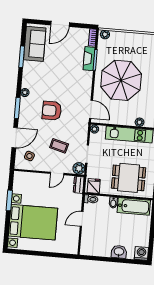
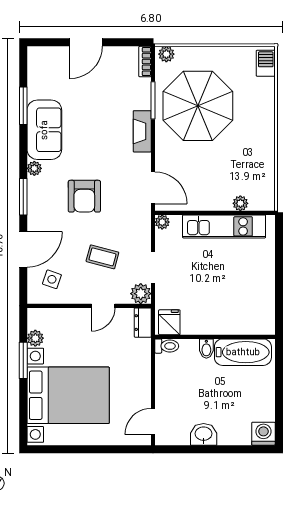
sofa: (35, 44) -> (44, 130), moved
fireplace: (89, 59) -> (142, 131), moved
parasol: (121, 80) -> (198, 106), moved
armchair: (52, 111) -> (84, 196), turned -90
dining table: (129, 178) -> (229, 303), removed
plant: (17, 188) -> (35, 338), added
door: (82, 219) -> (153, 422), moved
washbasin: (119, 252) -> (204, 434), moved

